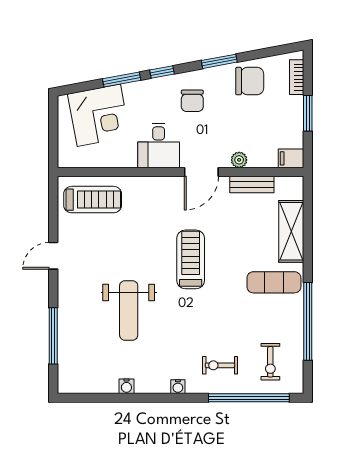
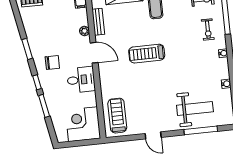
chair: (250, 81) -> (37, 30), removed
corner desk: (99, 115) -> (83, 124), moved, turned -79
weight bench: (129, 310) -> (195, 109), moved

